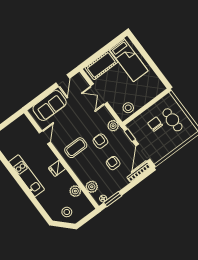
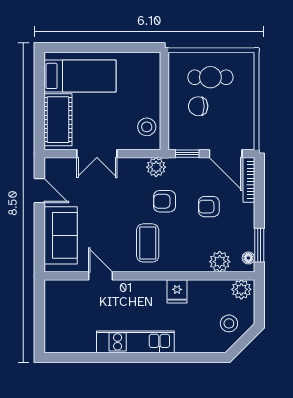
fridge: (57, 168) -> (177, 291), moved
plant: (75, 191) -> (241, 289), moved

